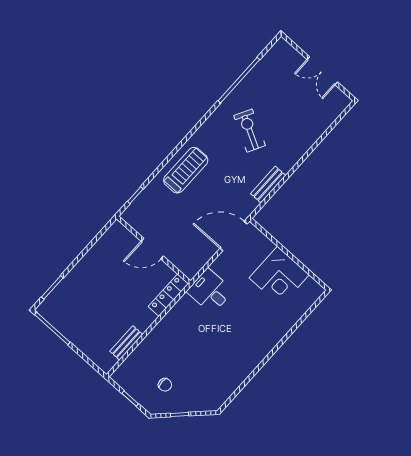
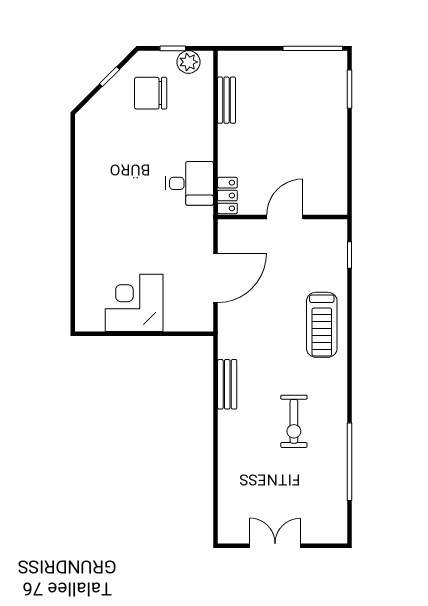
exercise bike: (250, 131) -> (294, 421), turned 62
door: (233, 236) -> (216, 278), moved
desk: (210, 291) -> (190, 183), moved
locker: (168, 295) -> (227, 196), width x0.66
plant: (128, 383) -> (188, 62), added
chair: (165, 385) -> (151, 93), width x1.87, depth x1.87

